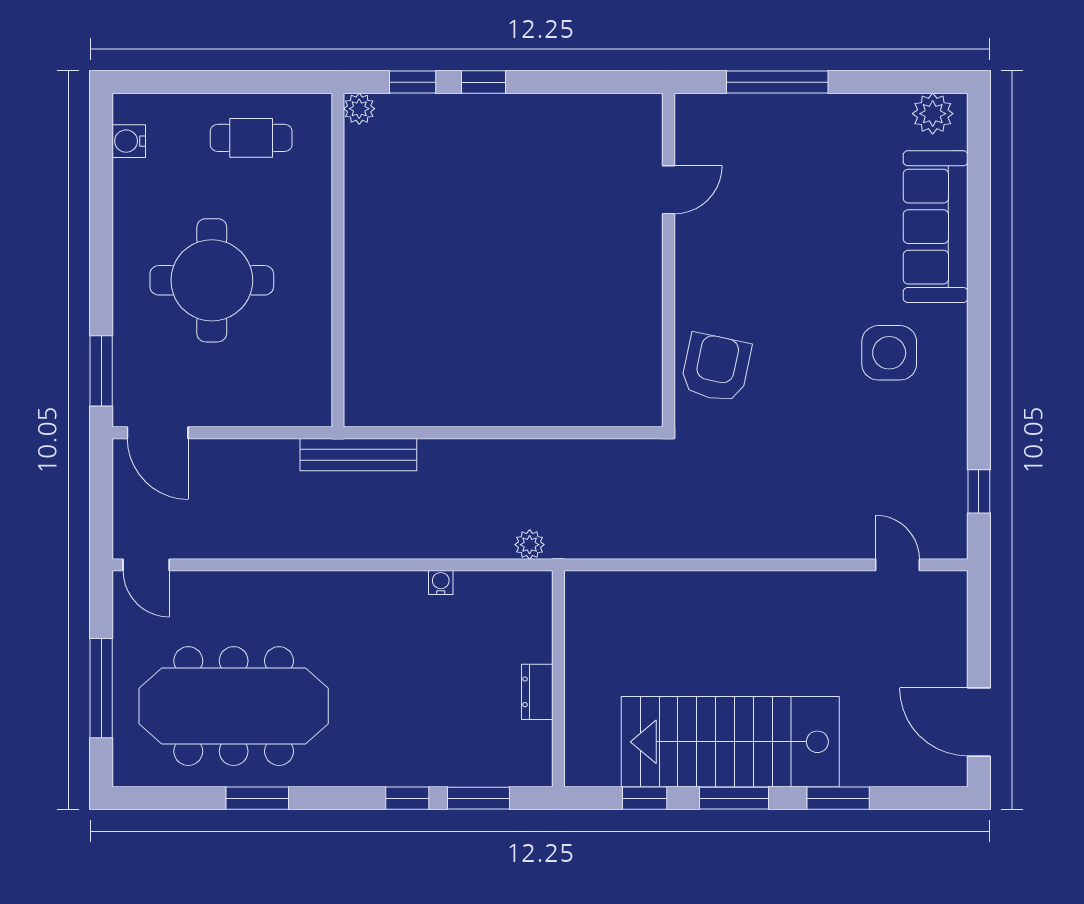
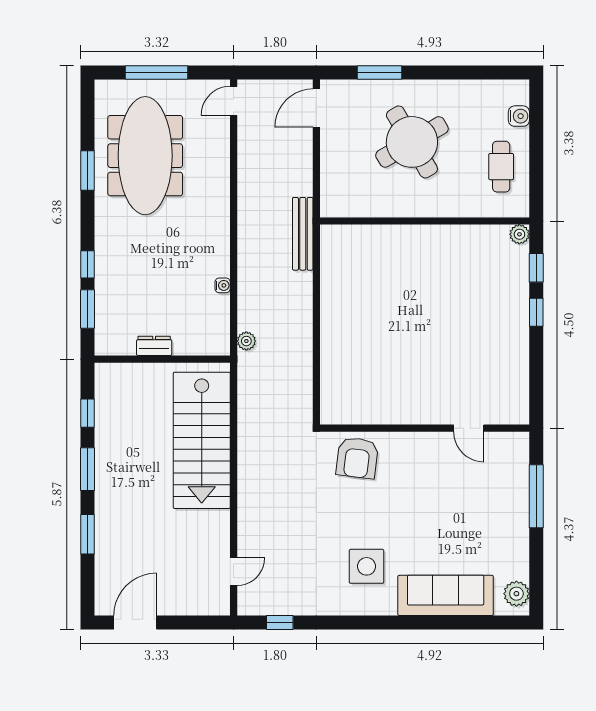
water cooler: (129, 141) -> (519, 116), moved, turned 90
round table: (212, 280) -> (412, 142), turned -30
armchair: (716, 368) -> (357, 458), turned 85
window: (101, 371) -> (380, 73), moved
stairs: (730, 742) -> (202, 440), moved, turned 180

